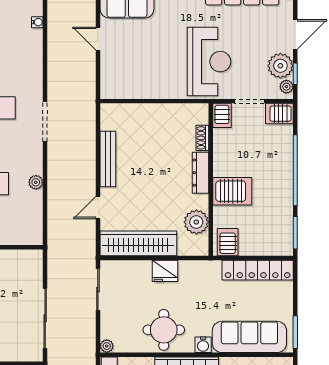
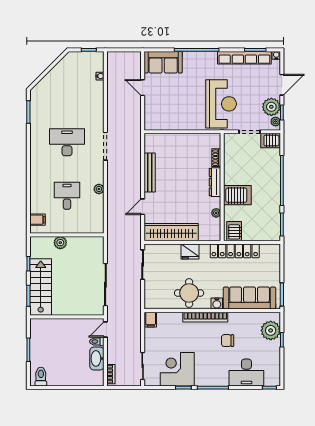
server rack: (222, 115) -> (230, 142), removed
plant: (196, 222) -> (216, 213), width x0.53, depth x0.53
locker: (258, 270) -> (235, 251), moved
plant: (107, 346) -> (149, 304), removed

